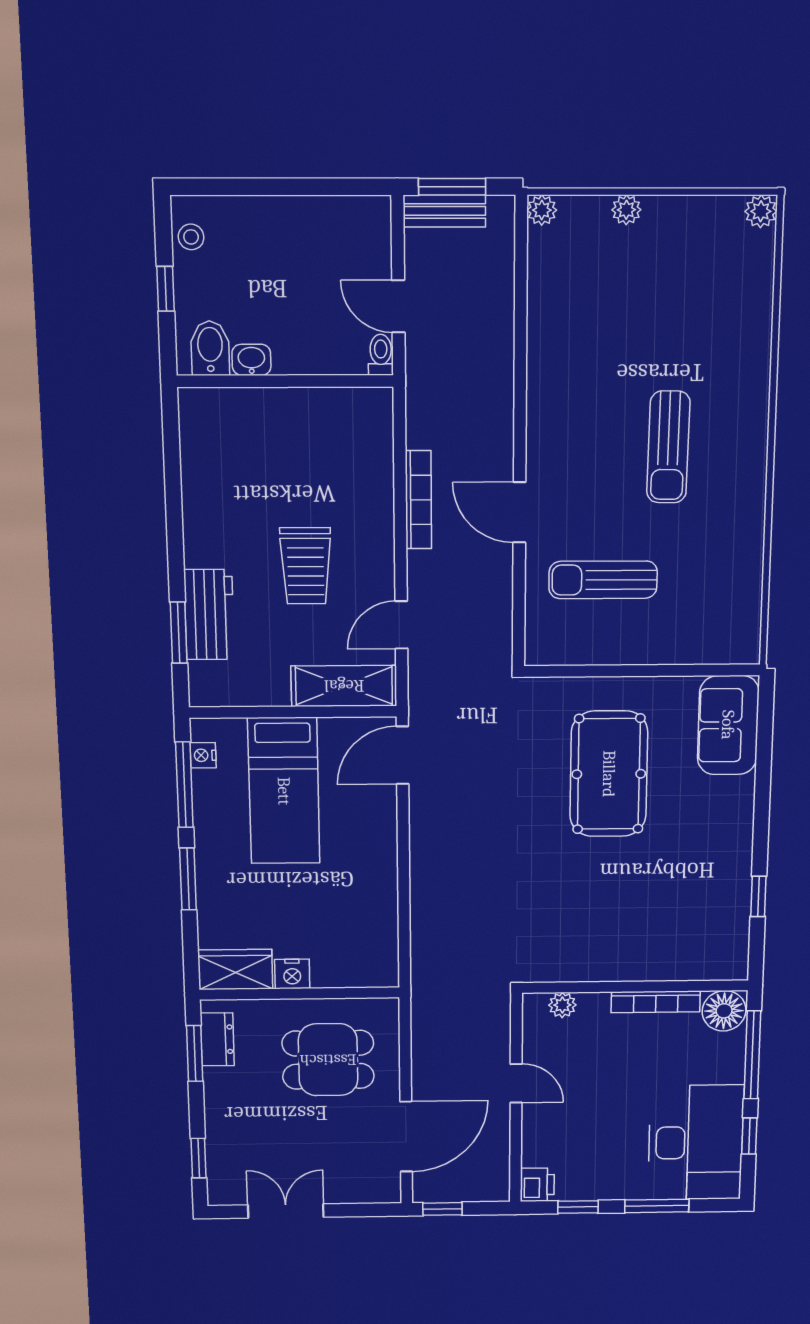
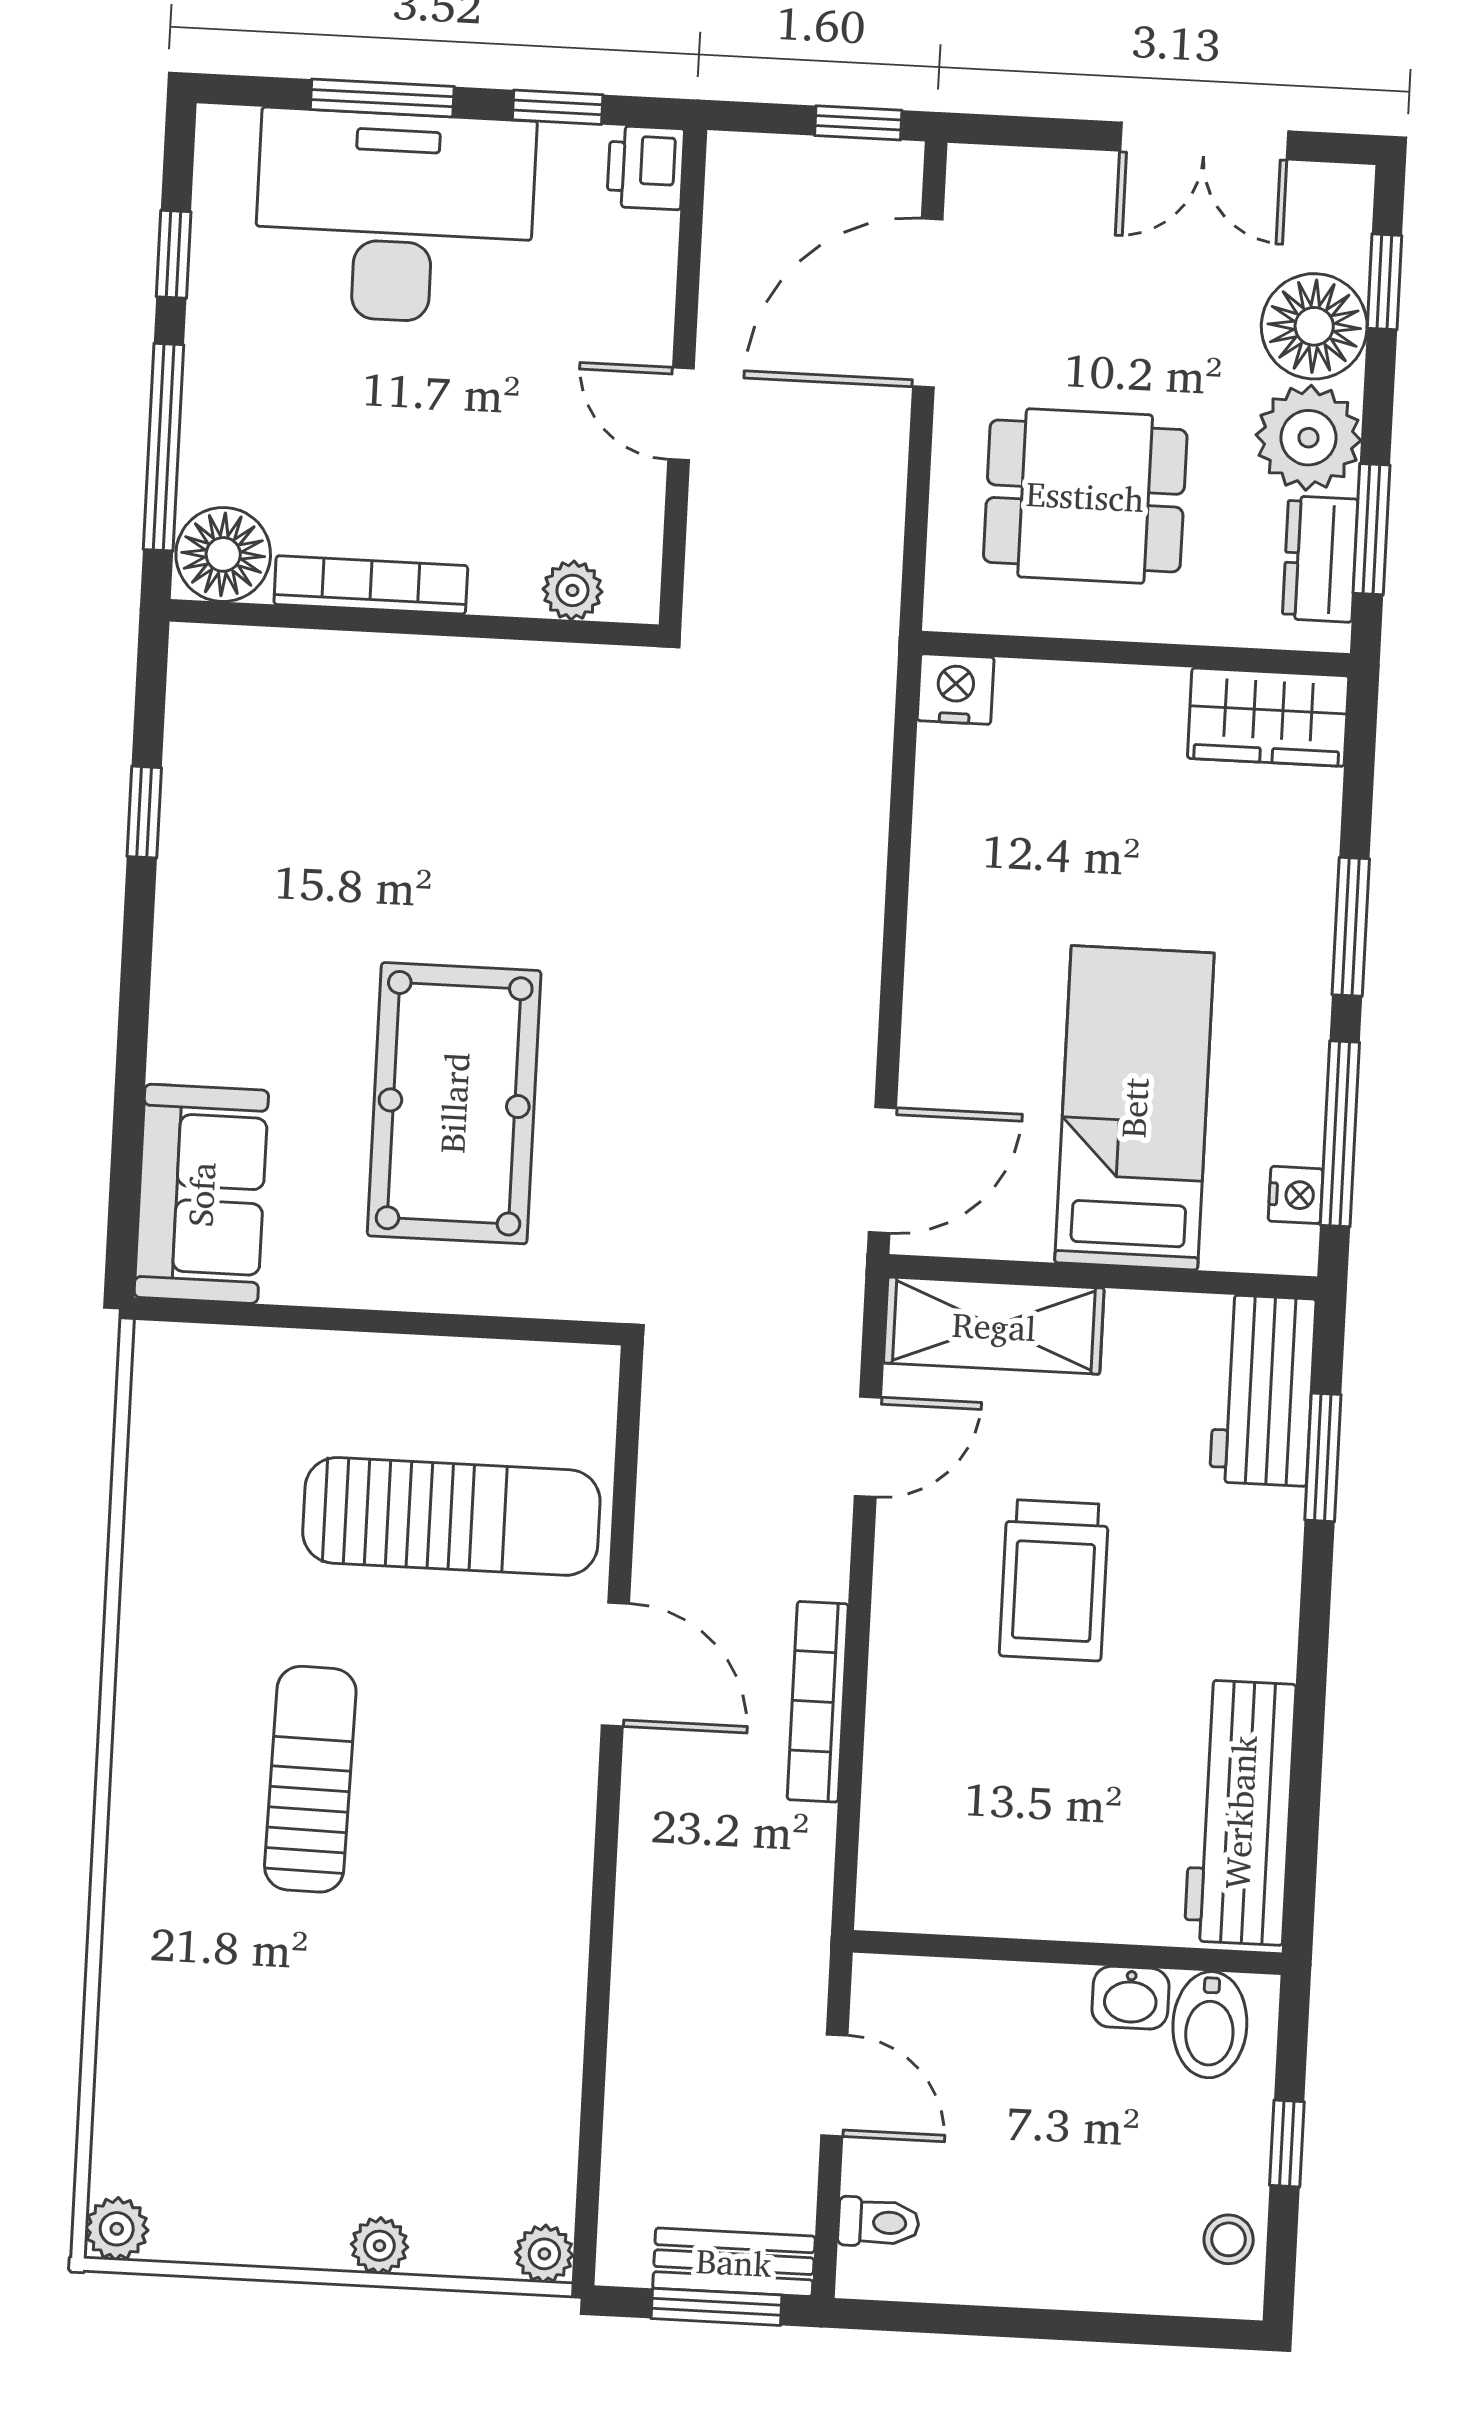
toilet: (381, 355) -> (878, 2222), moved, turned -90
workbench: (204, 457) -> (1240, 1812), added
trolley: (306, 566) -> (1054, 1580), turned 180
sun lounger: (603, 580) -> (451, 1516), width x1.36, depth x1.34
workbench: (209, 615) -> (1263, 1390), moved
nightstand: (292, 974) -> (956, 689), moved
plant: (227, 1091) -> (1309, 438), added
floor lamp: (229, 1138) -> (1314, 326), added
desk: (696, 1143) -> (394, 217), moved, turned 90

